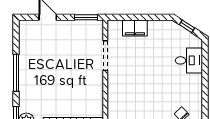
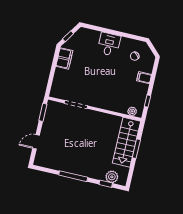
filing cabinet: (135, 28) -> (64, 58), moved
desk: (189, 60) -> (109, 44), moved

